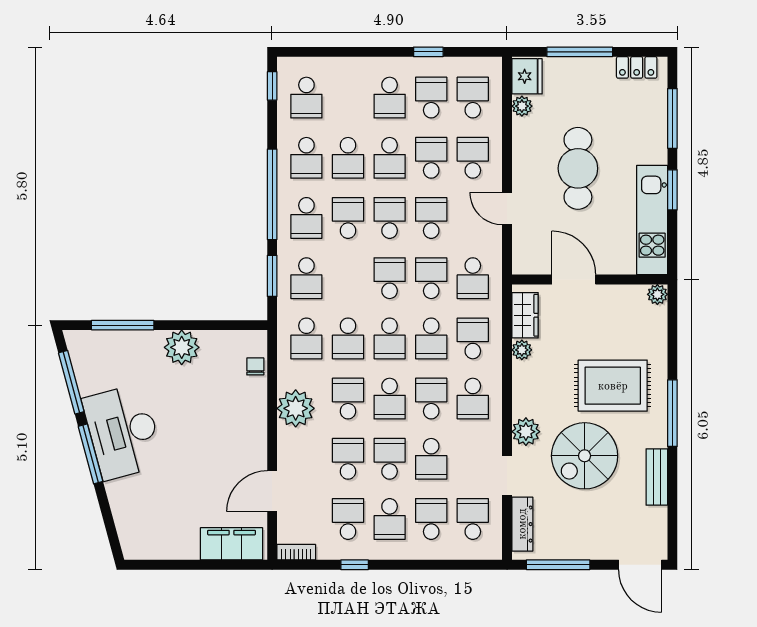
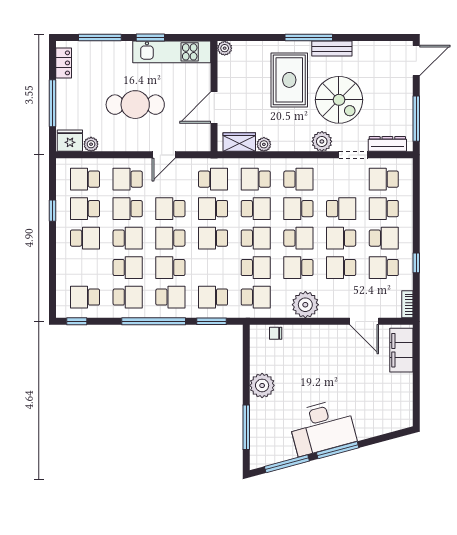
school desk: (306, 98) -> (85, 297), turned 180
school desk: (306, 278) -> (213, 297), turned 180
bench: (657, 477) -> (332, 49), moved

